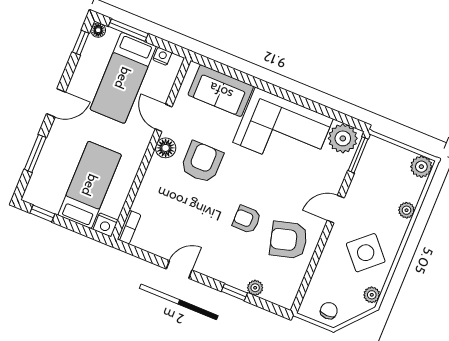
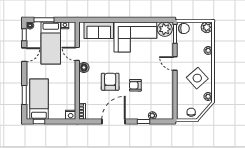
door: (56, 103) -> (24, 55), moved
chair: (379, 152) -> (184, 28), added
armchair: (202, 162) -> (110, 82), moved
bed: (90, 185) -> (39, 99), moved
door: (336, 209) -> (175, 63), hinge flipped
armchair: (289, 240) -> (159, 87), removed
door: (179, 270) -> (113, 122), width x1.87

